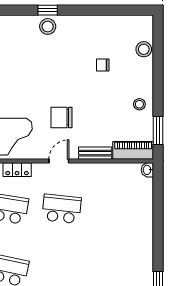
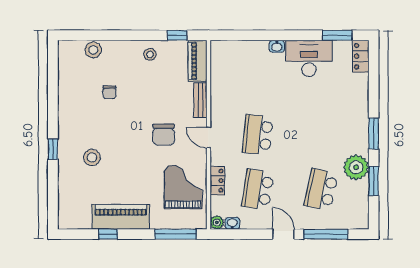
stool: (48, 26) -> (92, 157), moved
window: (158, 131) -> (177, 35), width x0.67
washbasin: (147, 170) -> (277, 46), moved
desk: (136, 258) -> (309, 58), added

